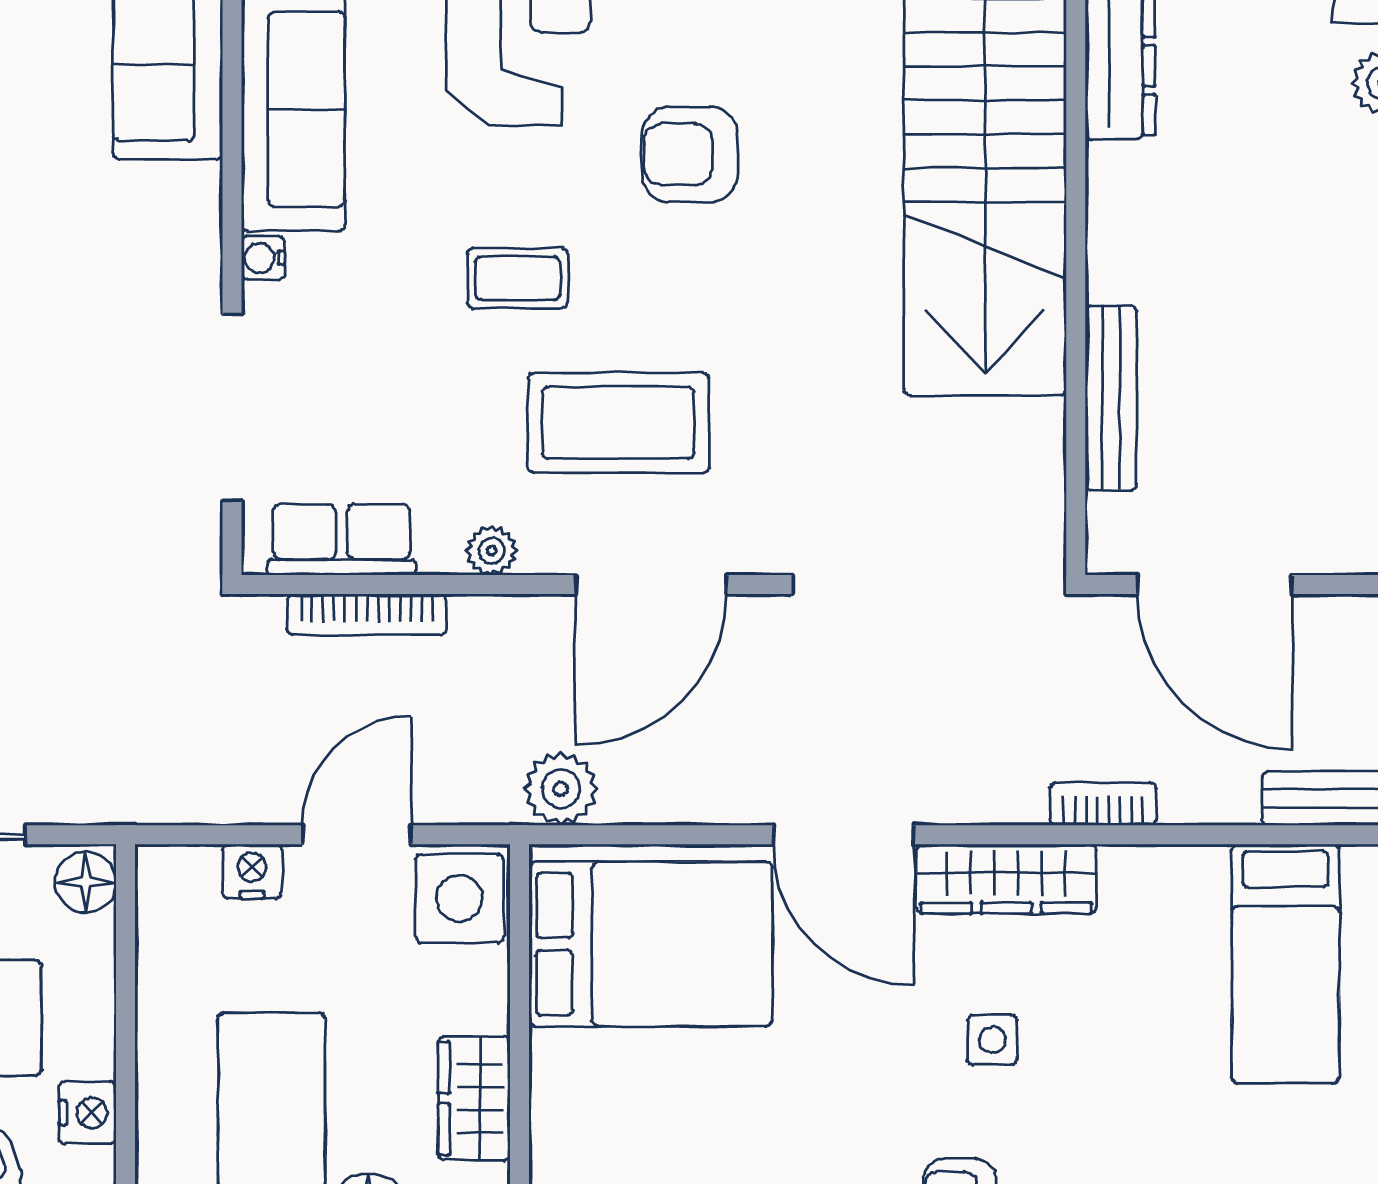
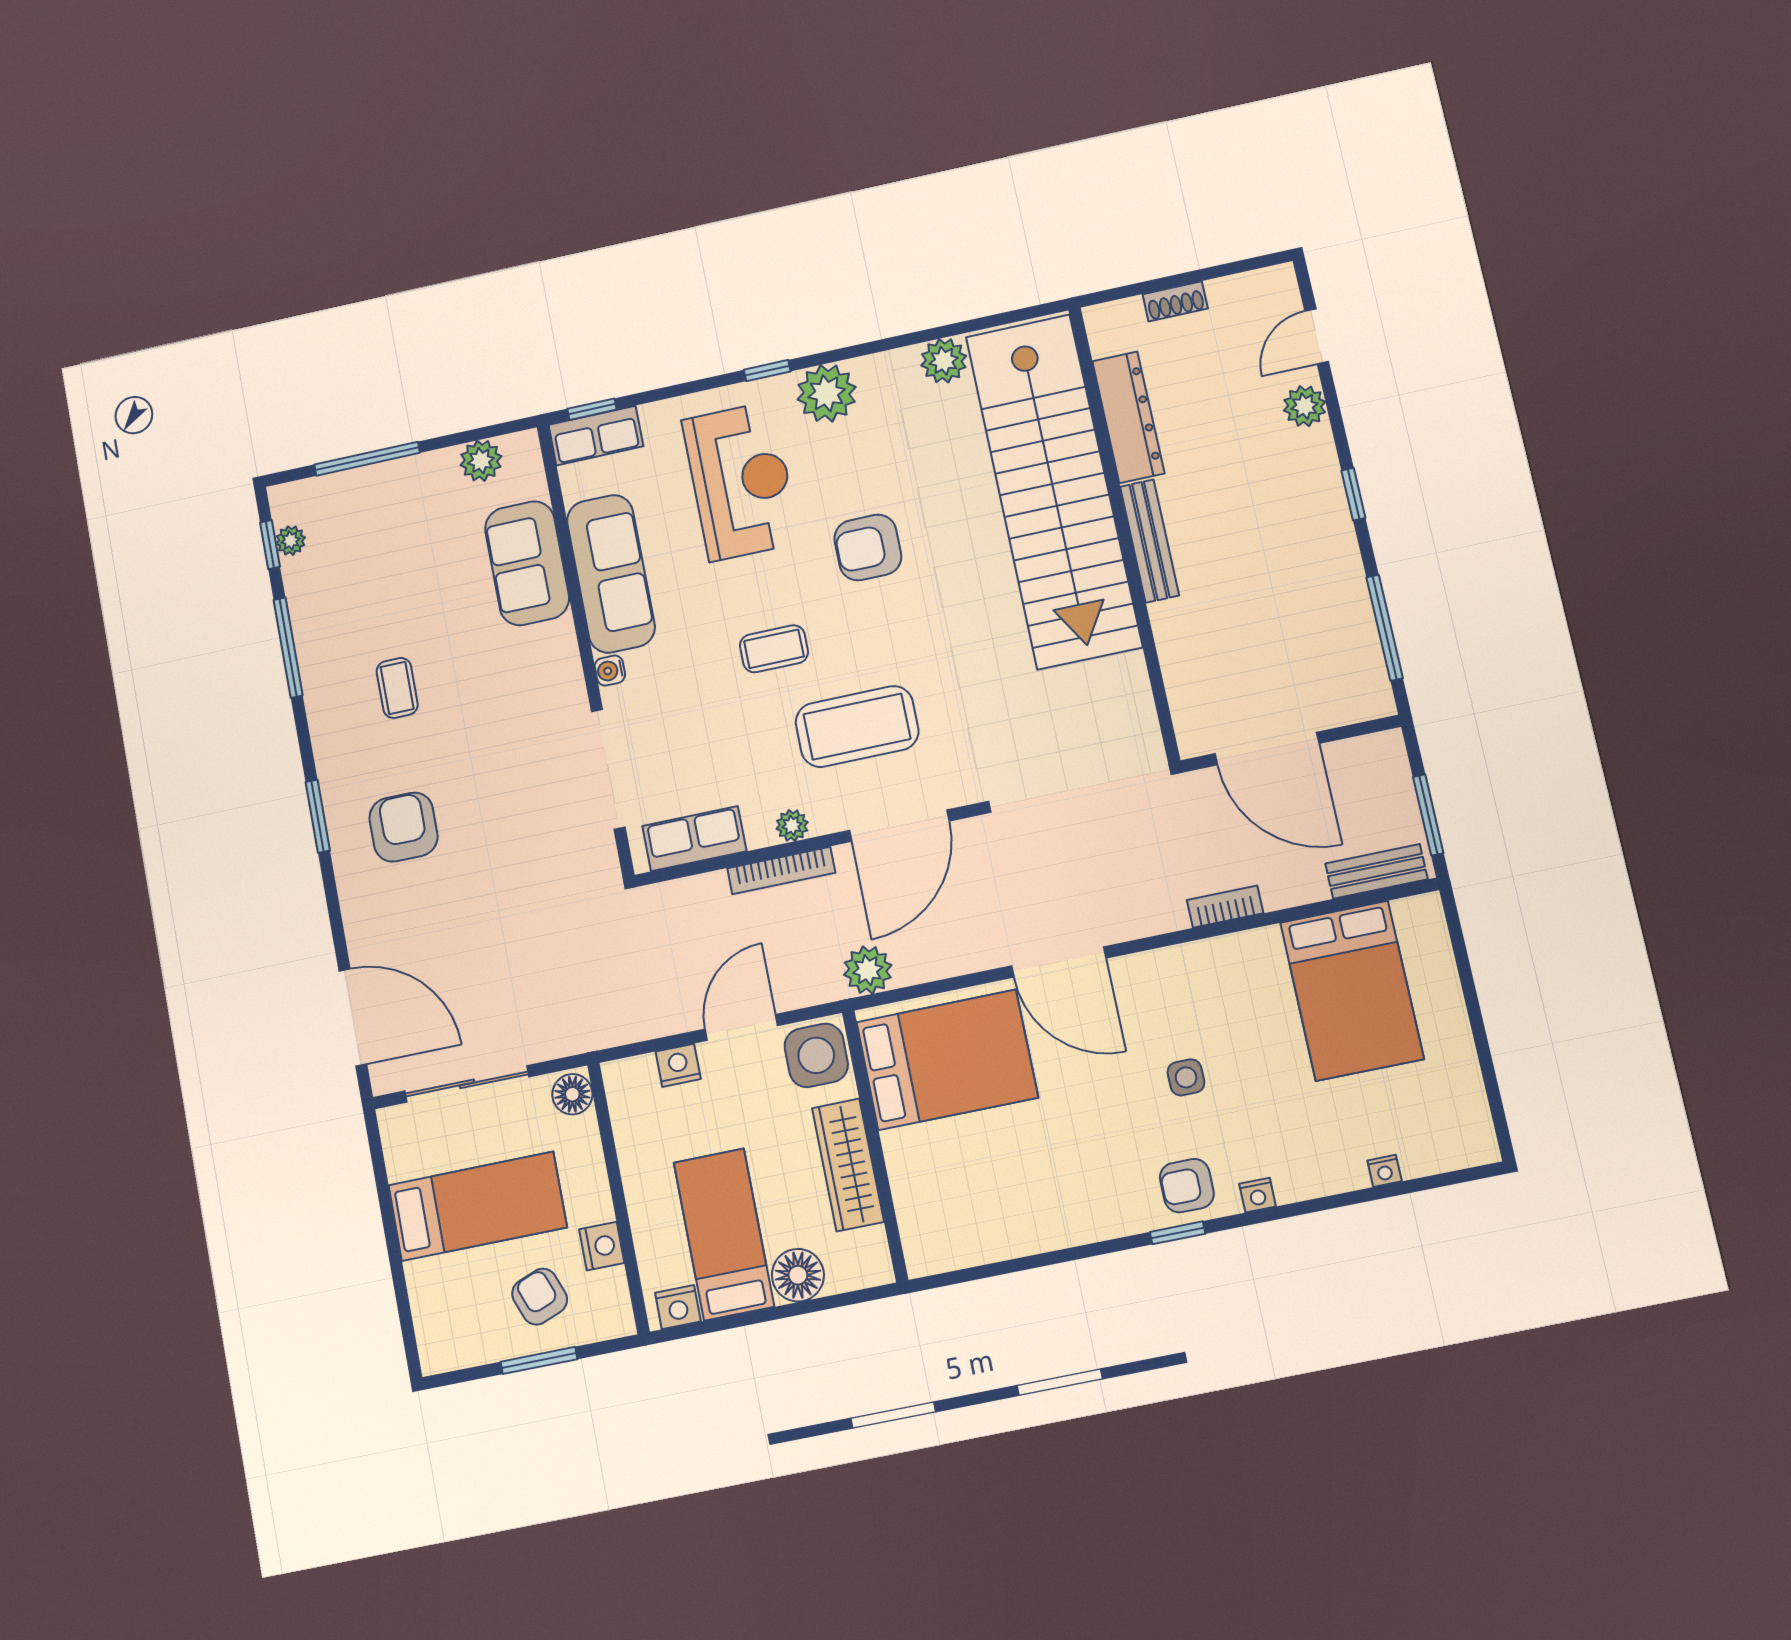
bench: (1111, 398) -> (1150, 541), moved
bookcase: (367, 614) -> (781, 870), moved
wardrobe: (1006, 879) -> (1172, 969), removed
bed: (1285, 964) -> (1352, 991), width x1.50
wardrobe: (474, 1098) -> (848, 1165), width x1.50

